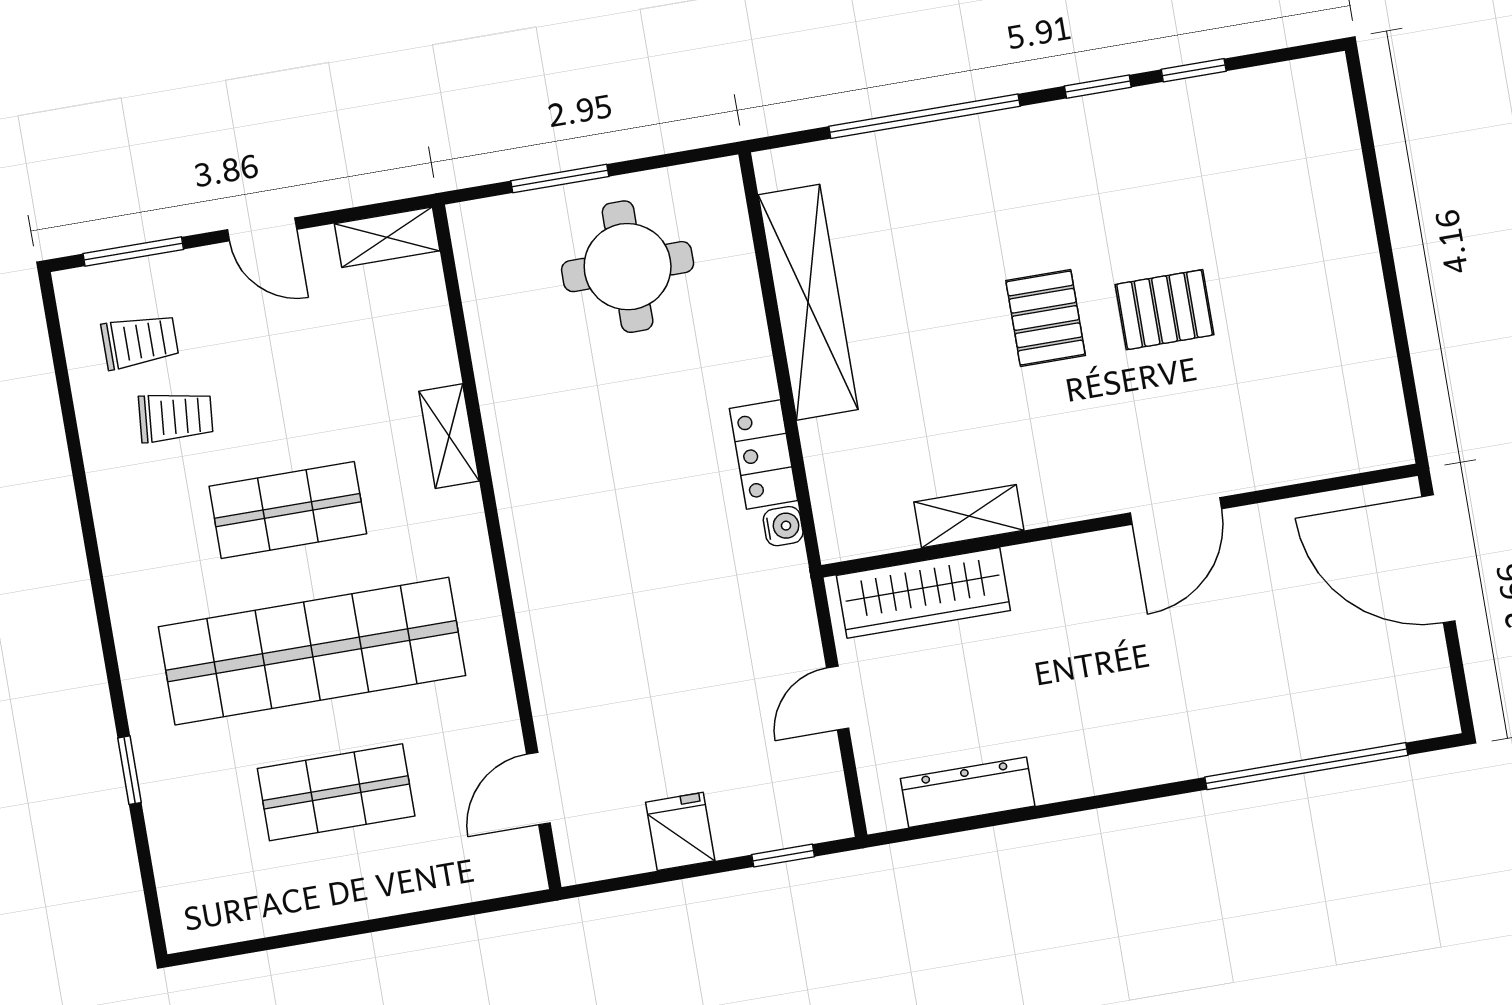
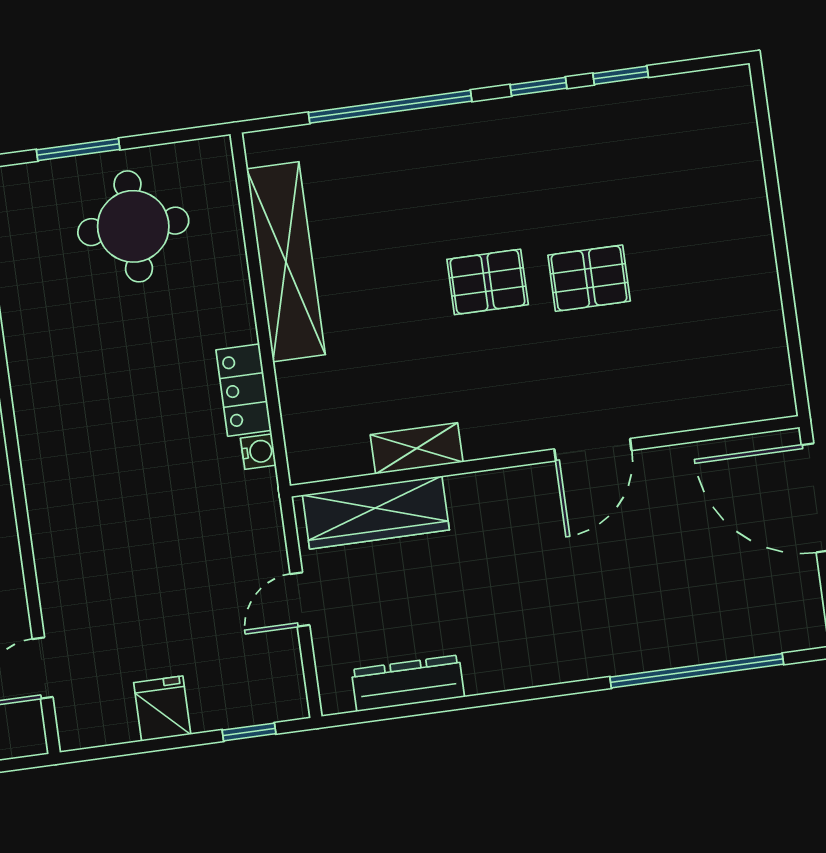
pallet: (1046, 318) -> (488, 282), turned 90

